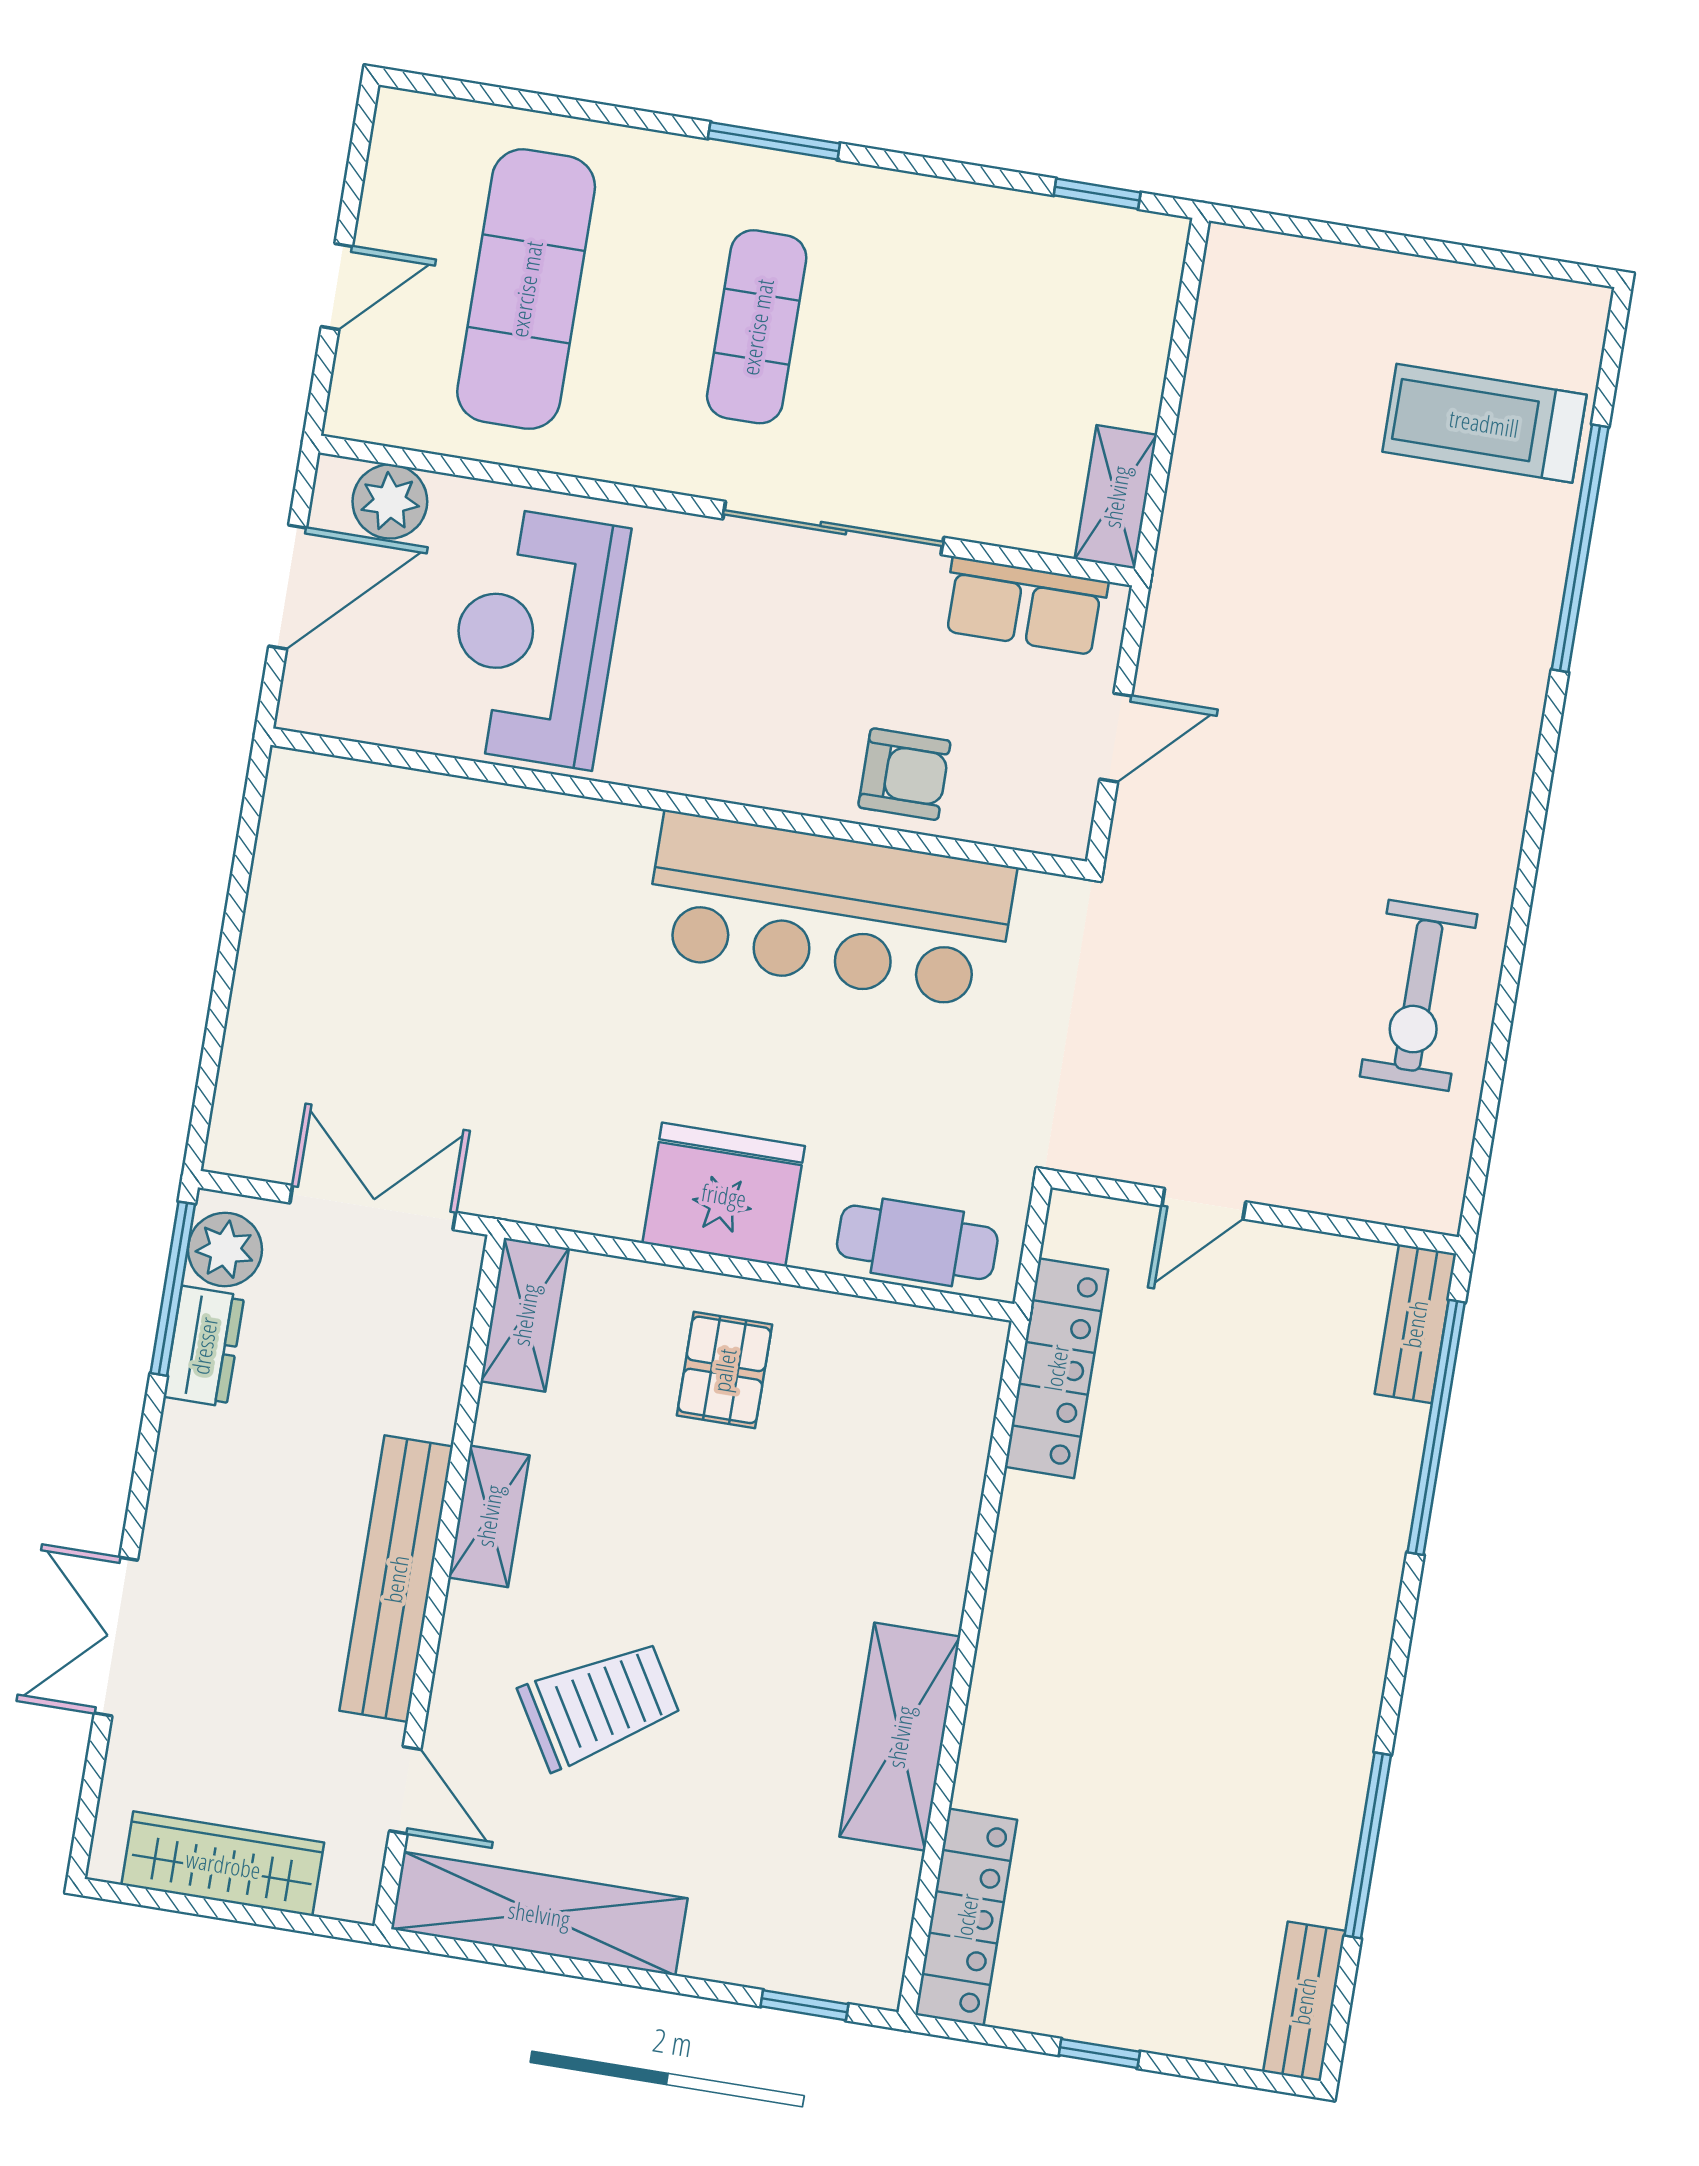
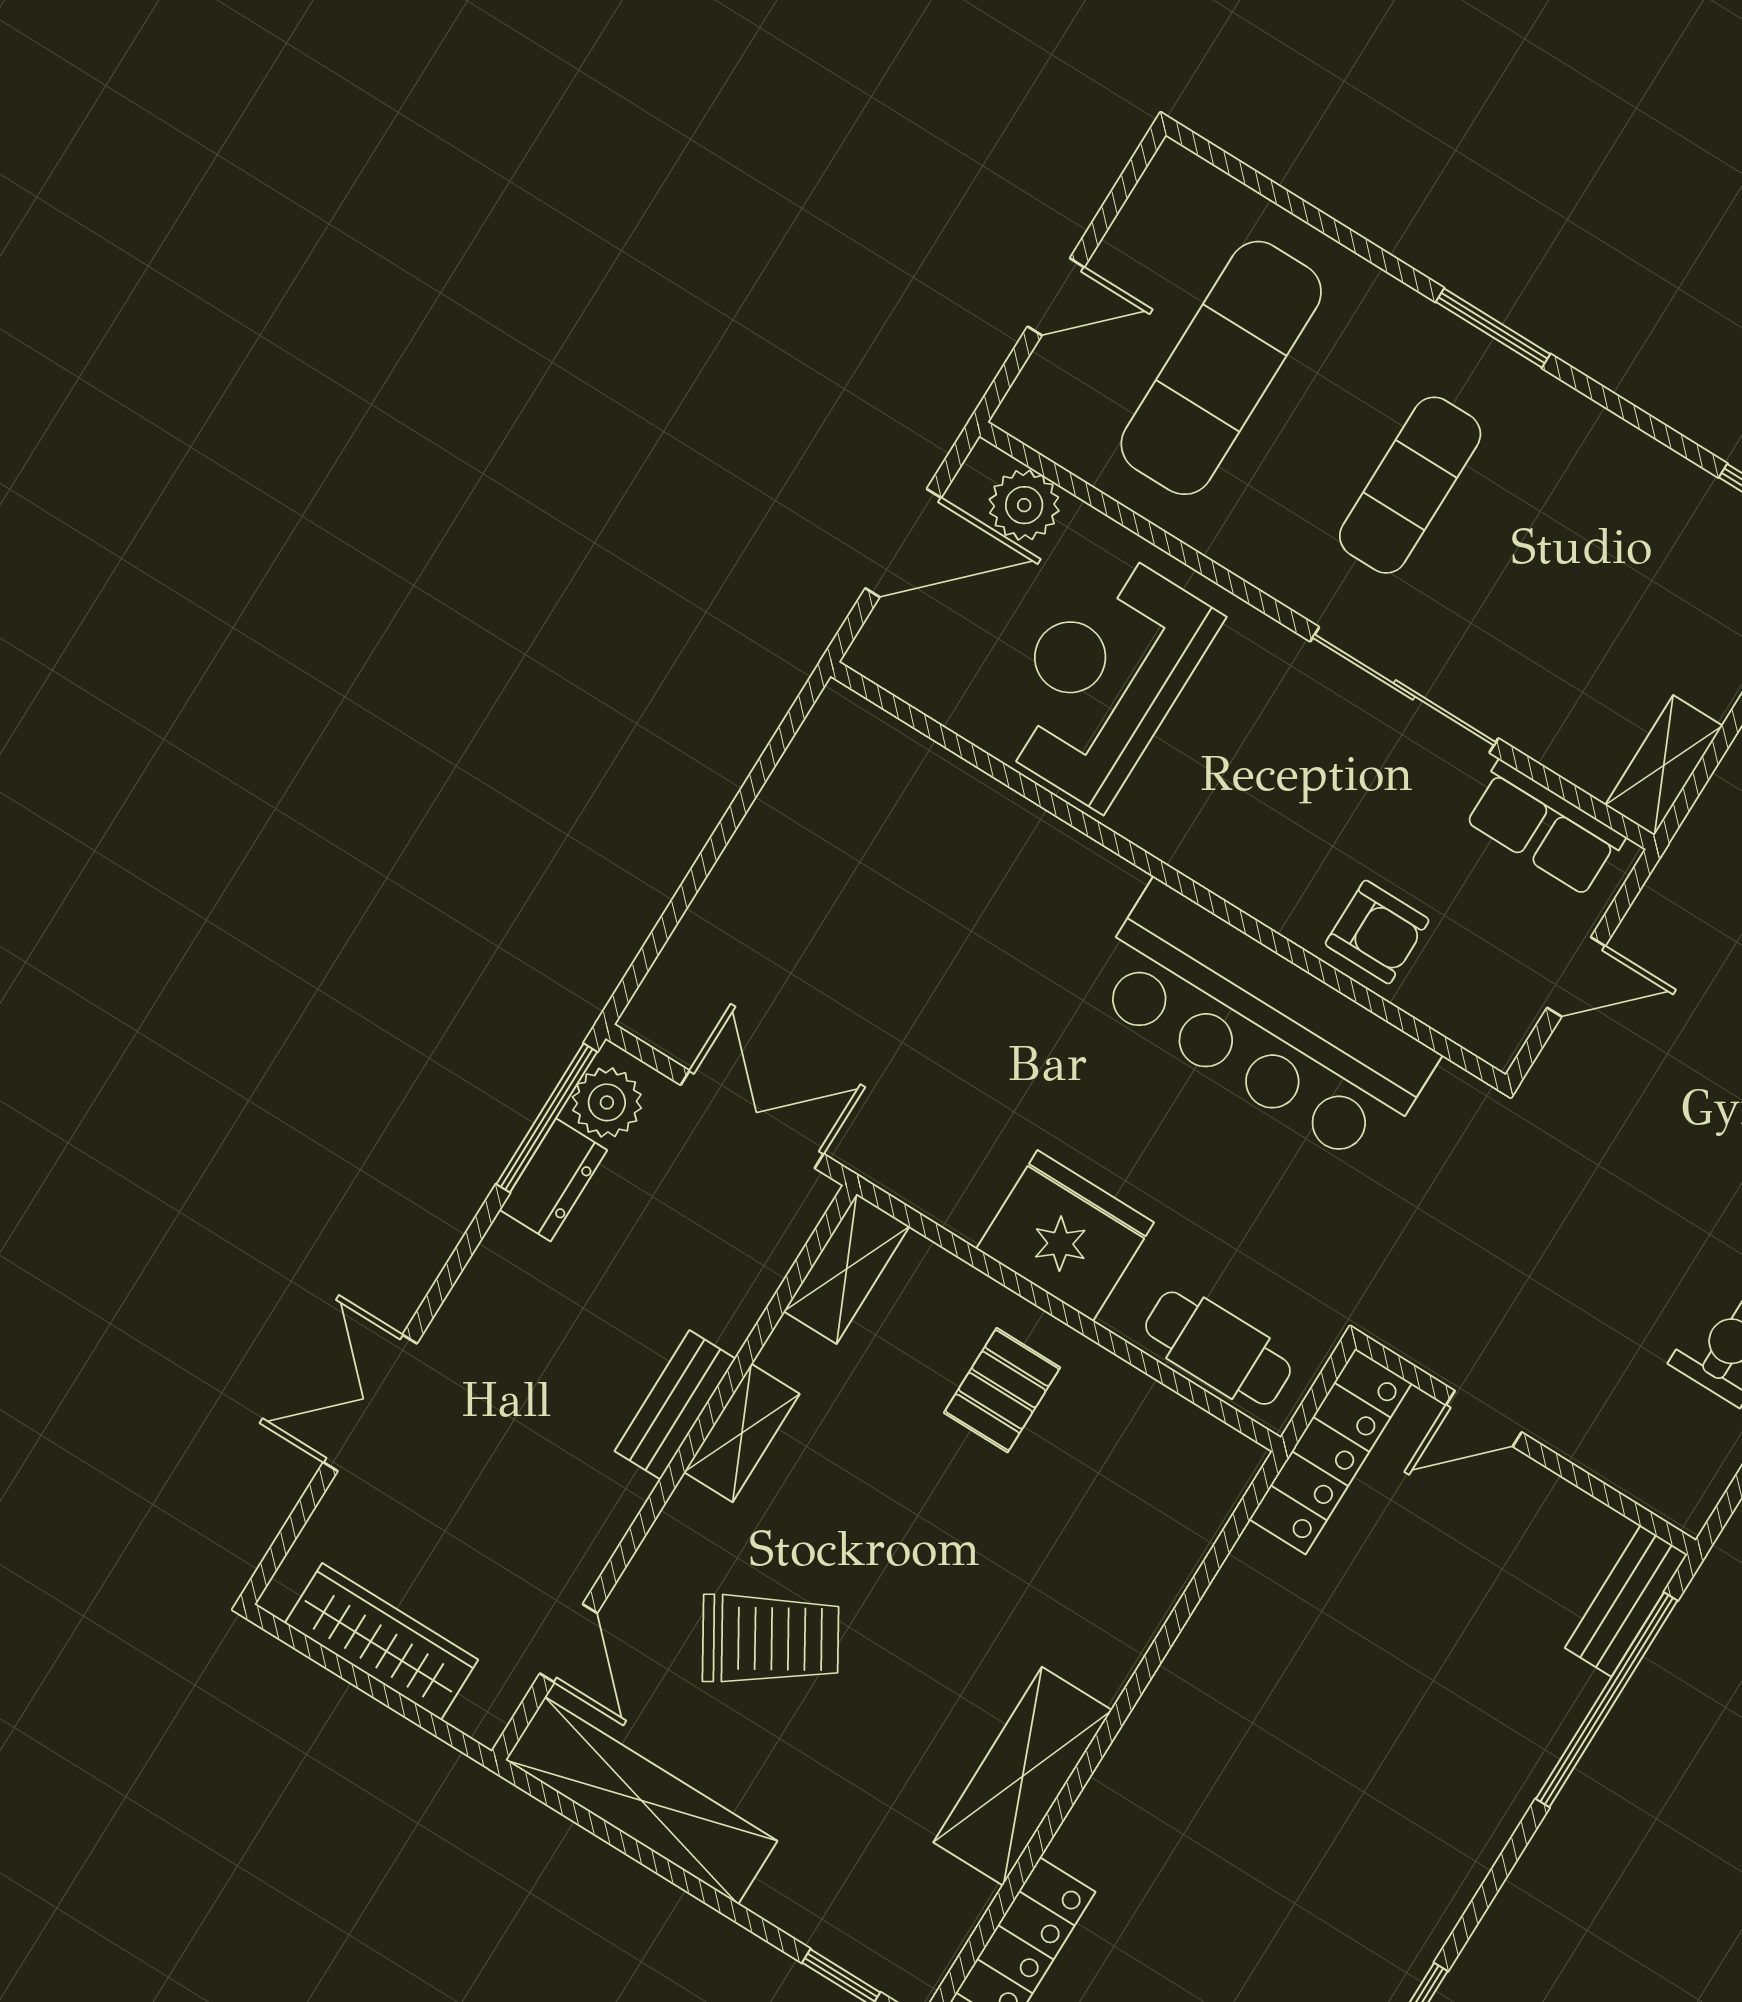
locker: (1056, 1368) -> (1330, 1451), moved
bench: (396, 1579) -> (675, 1405), width x0.54, depth x0.82

